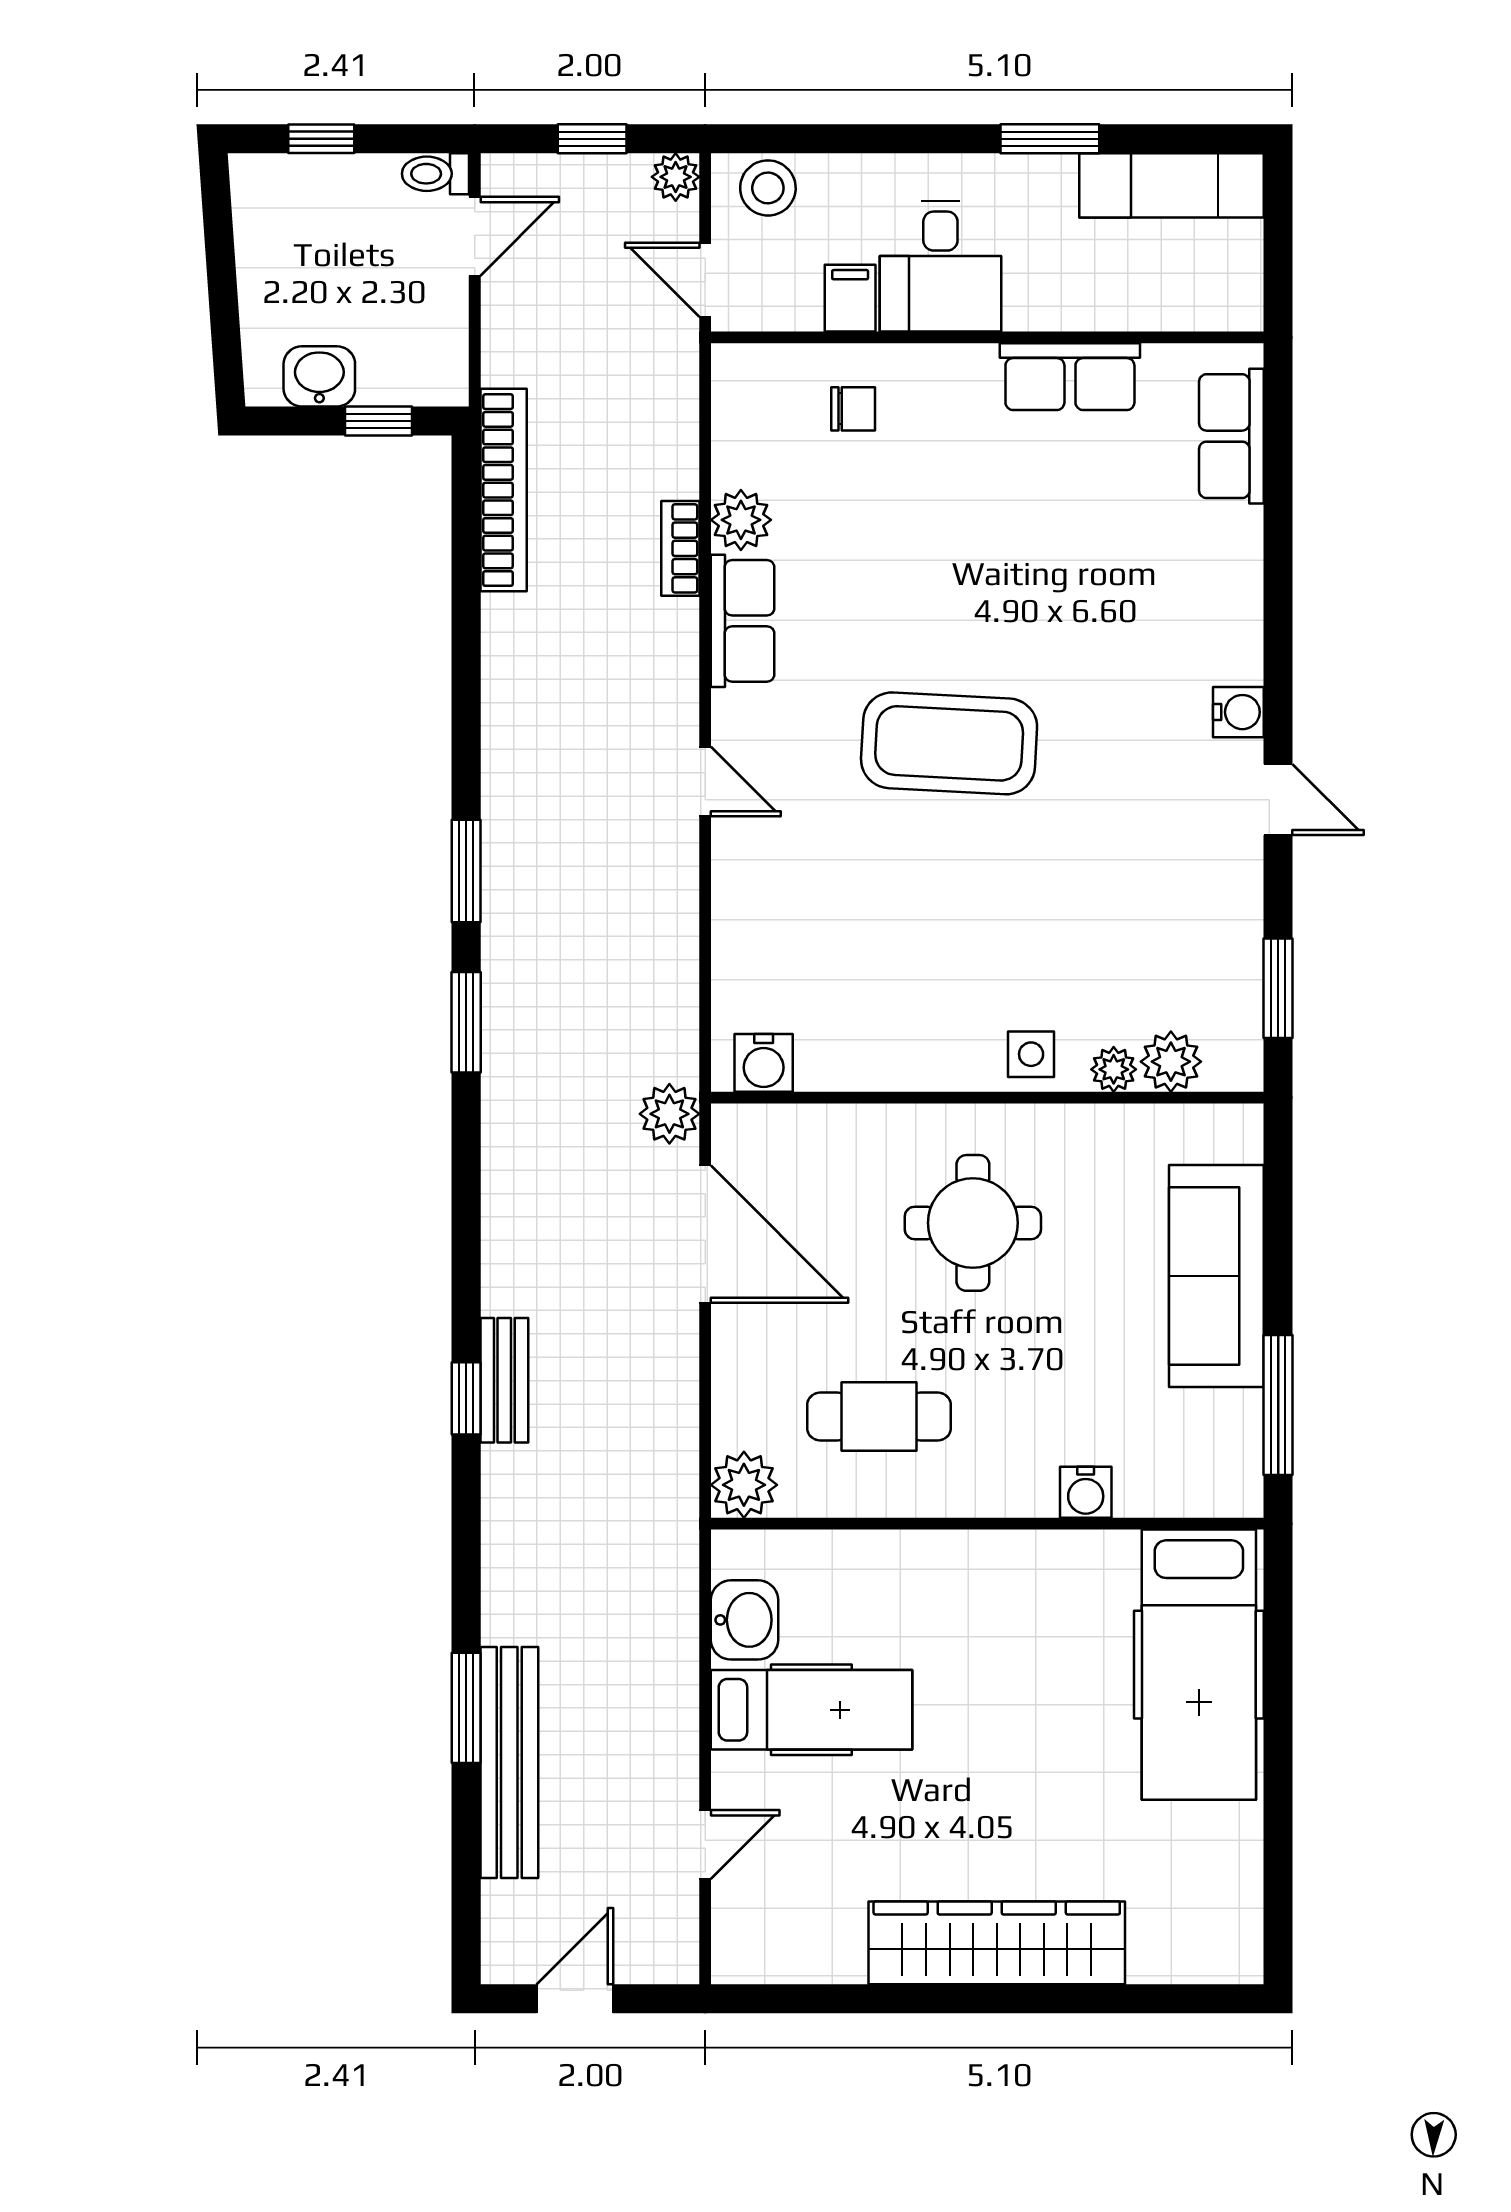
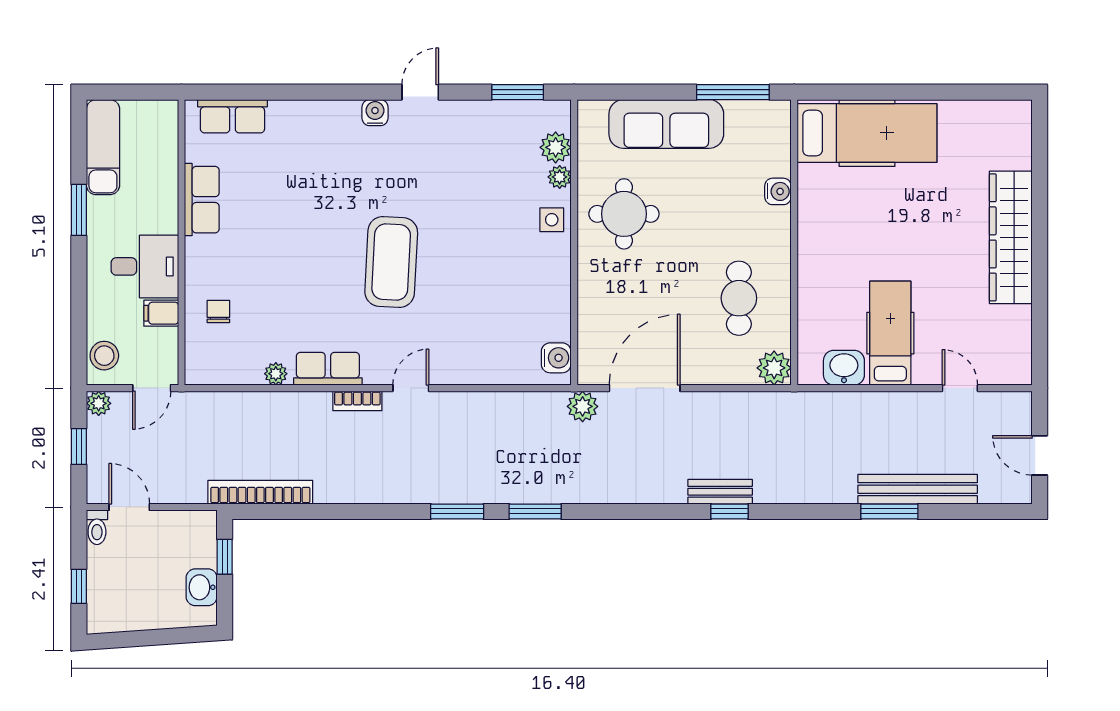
plant: (741, 520) -> (276, 374), width x0.73, depth x0.73
bookcase: (680, 548) -> (357, 401), moved
round table: (973, 1223) -> (624, 214), moved

